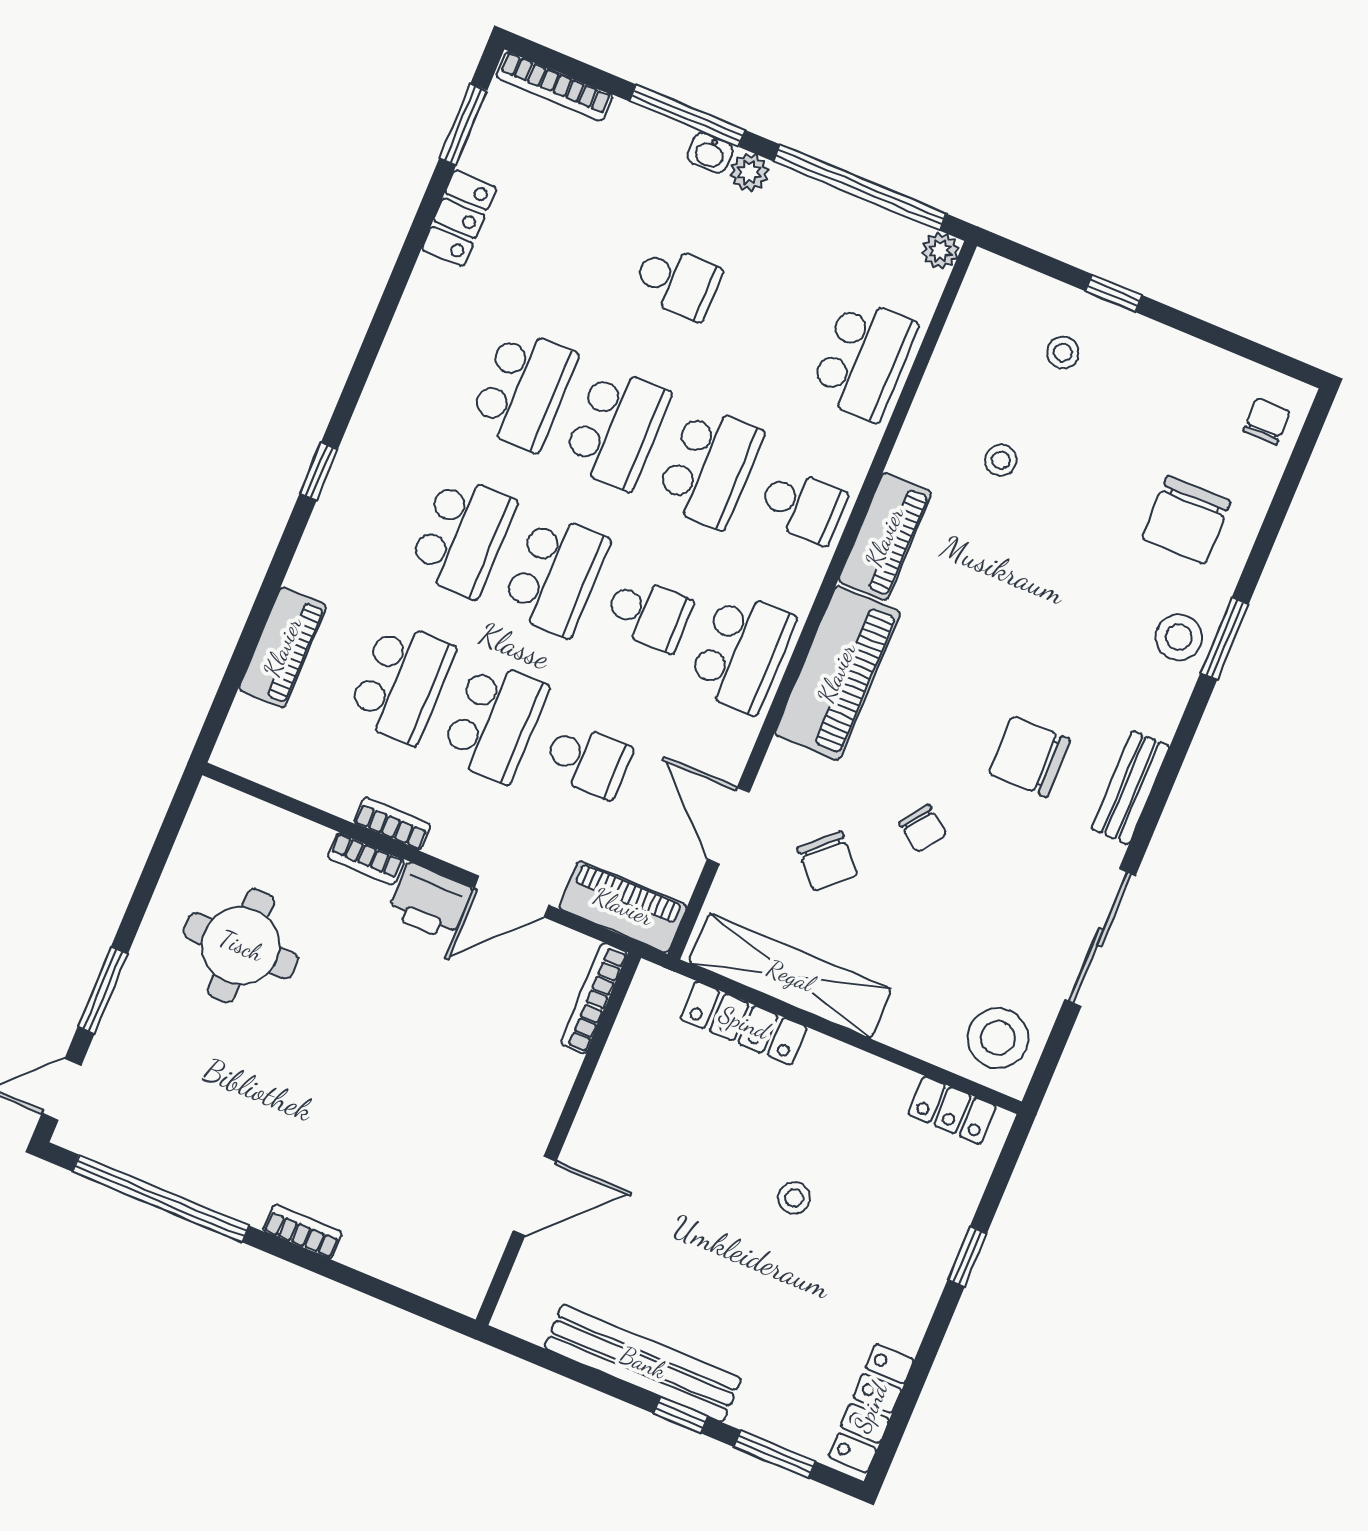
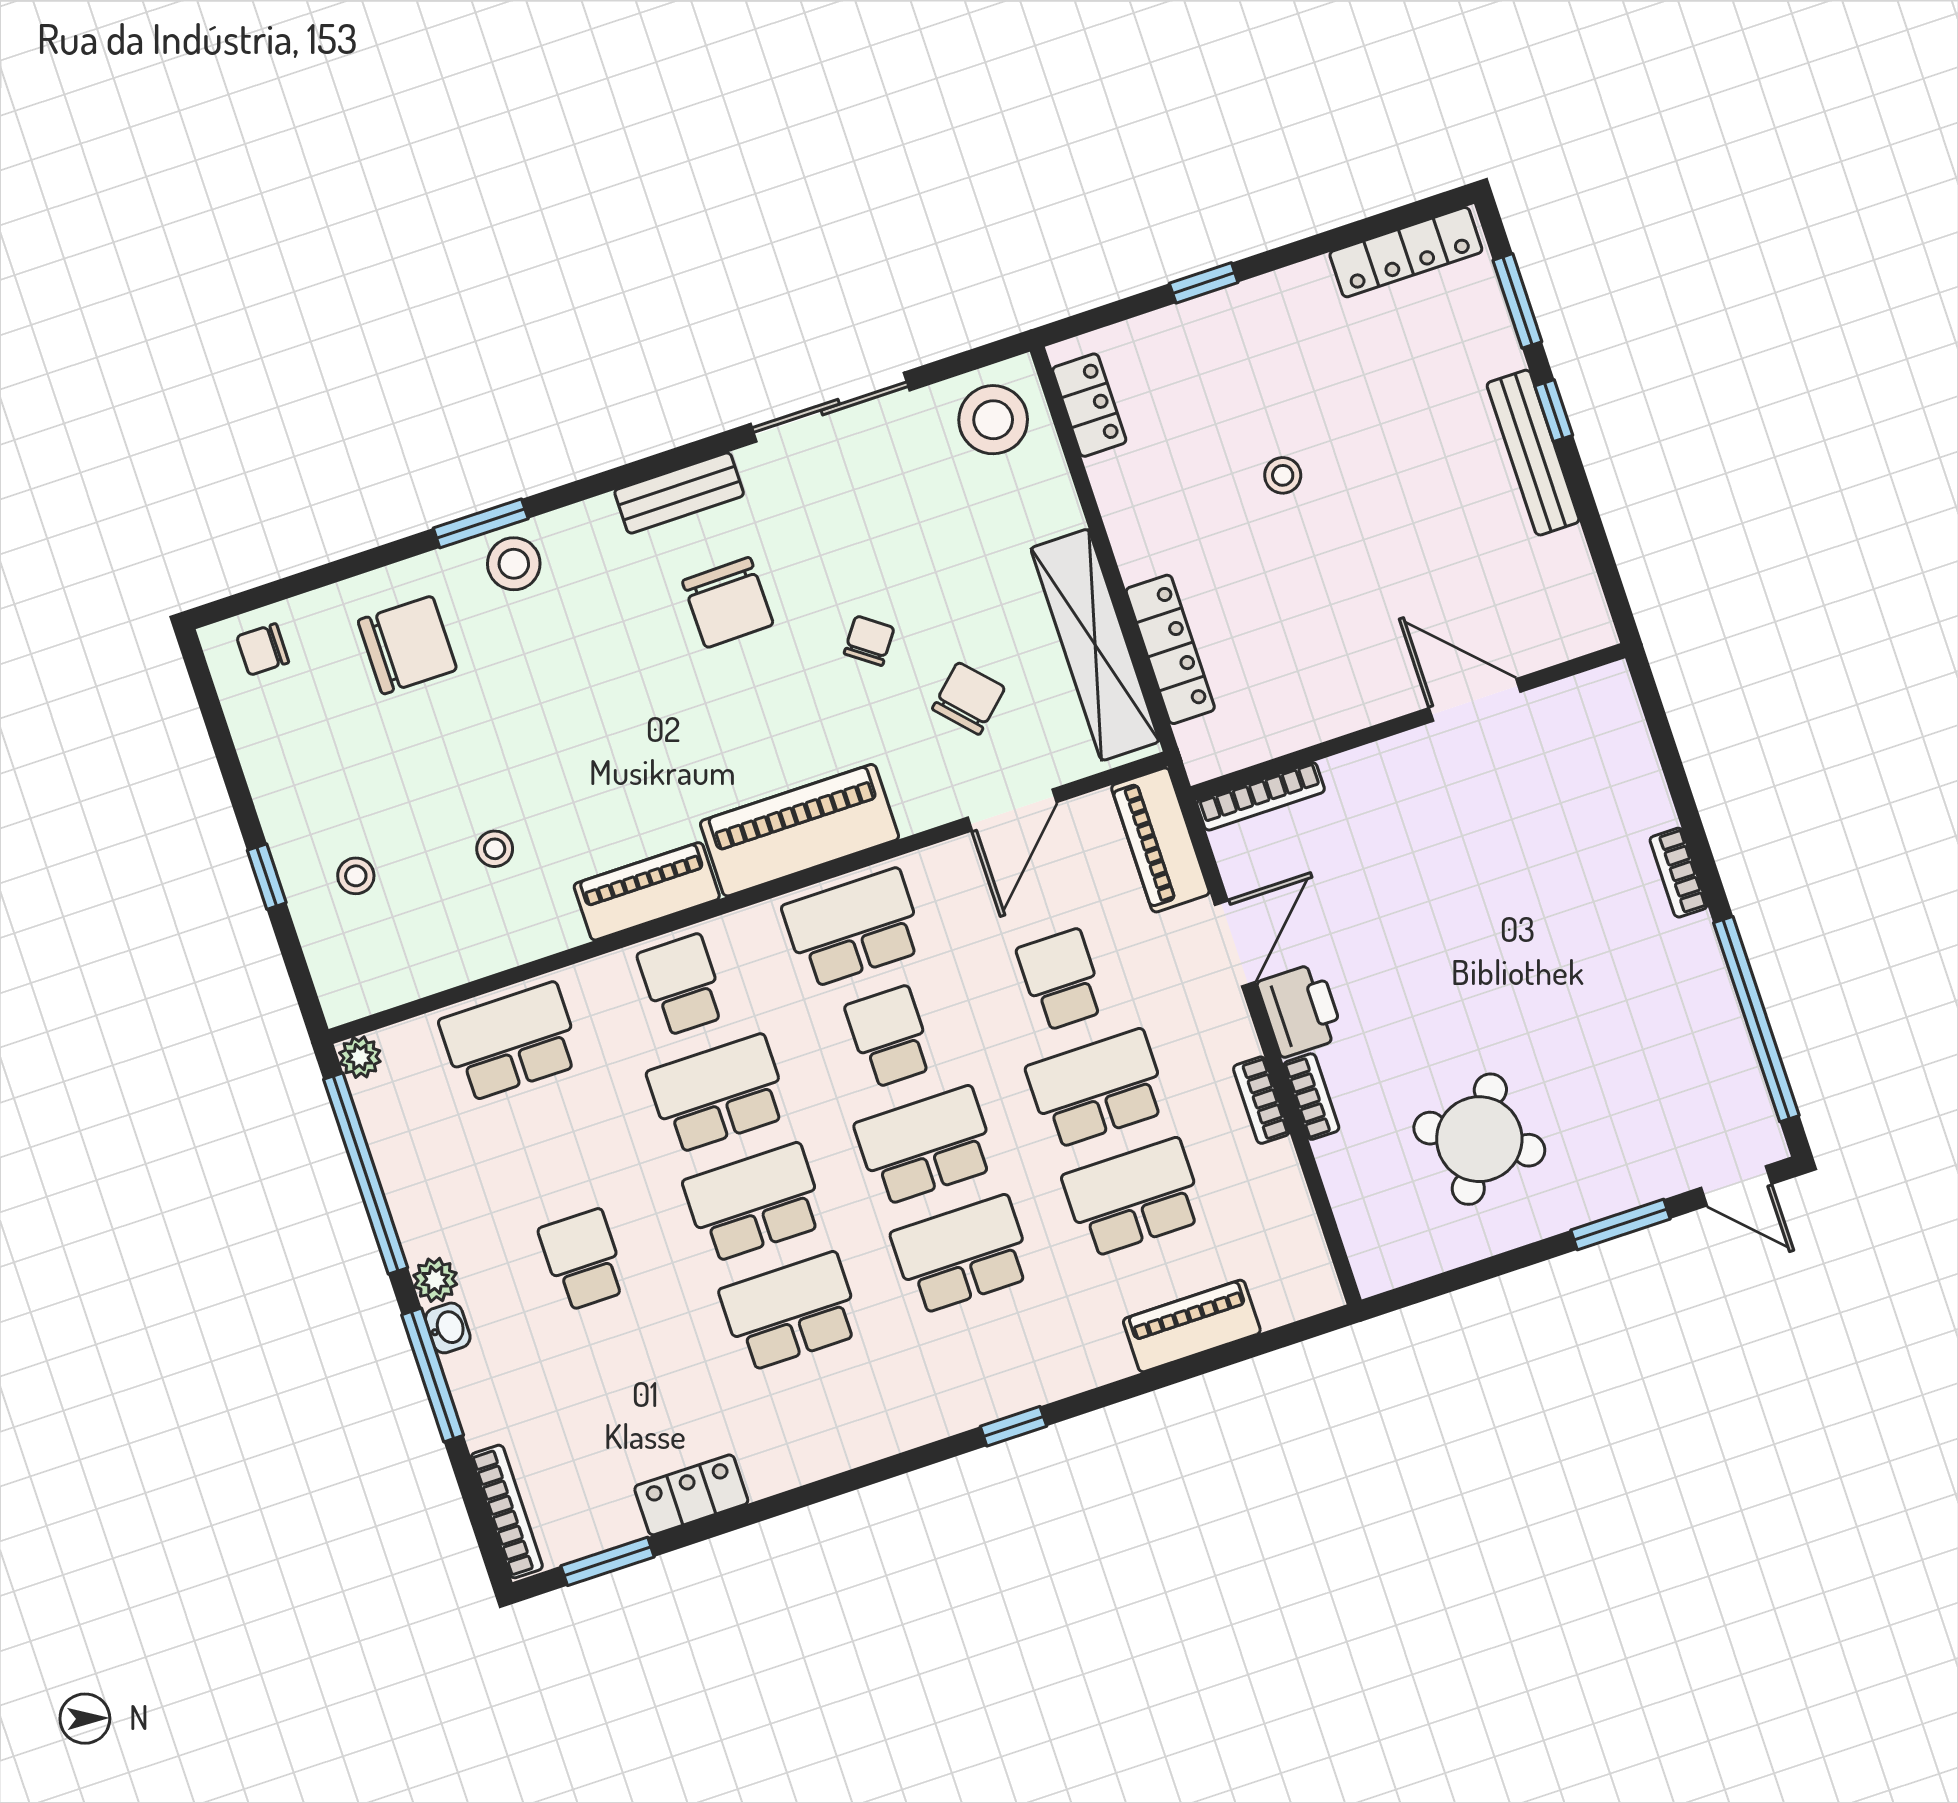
door: (511, 896) -> (1235, 943), hinge flipped
round table: (241, 946) -> (1479, 1139), turned 31
bench: (643, 1363) -> (1533, 453), width x0.73, depth x0.82

